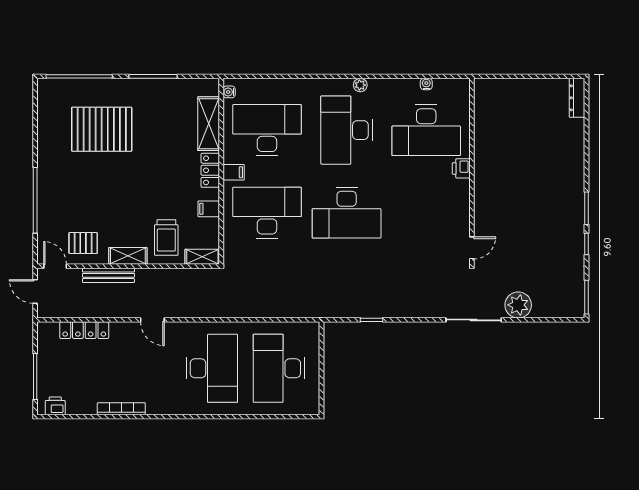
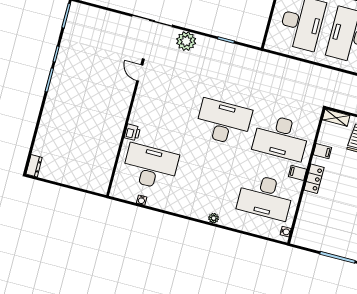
plant: (360, 85) -> (214, 218), moved
dresser: (577, 98) -> (34, 166), width x0.70
shelving: (209, 124) -> (306, 213), removed
desk: (347, 130) -> (208, 182), removed
door: (472, 248) -> (140, 73), hinge flipped
plant: (518, 305) -> (186, 41), moved

